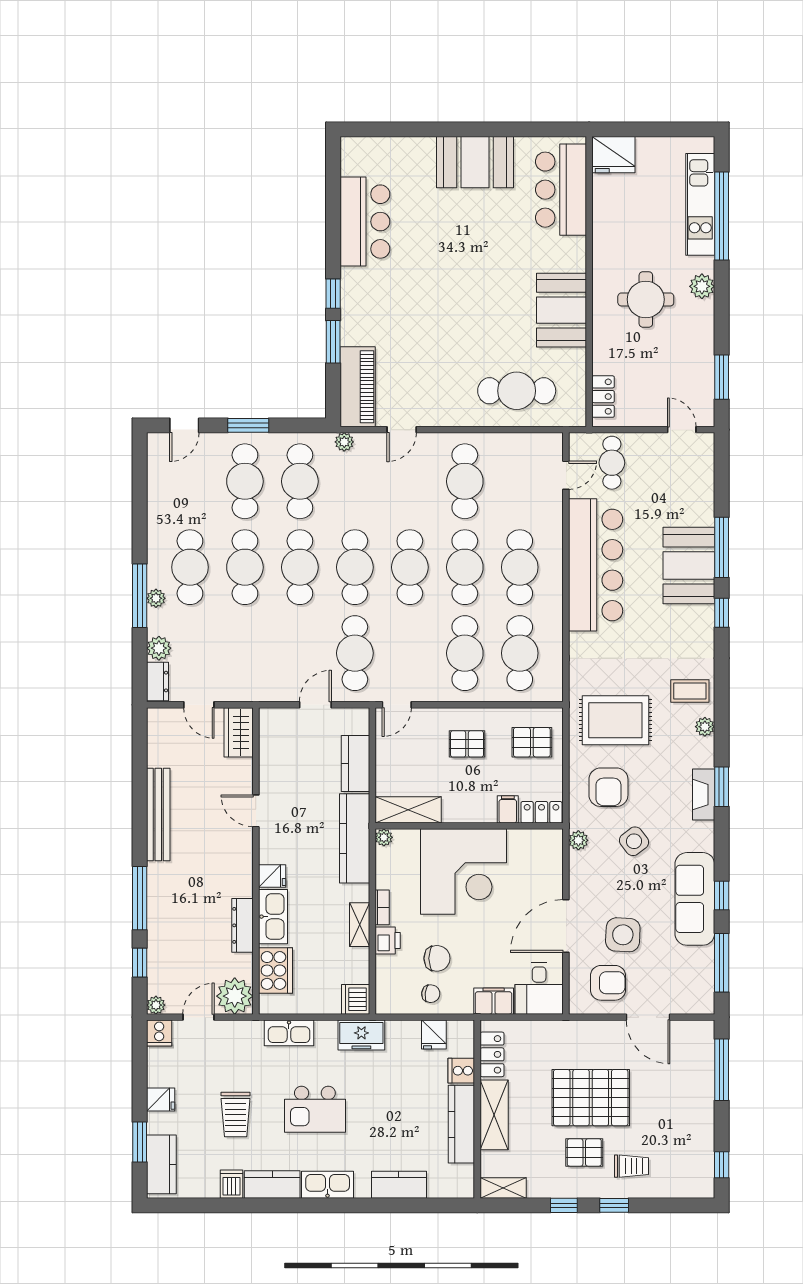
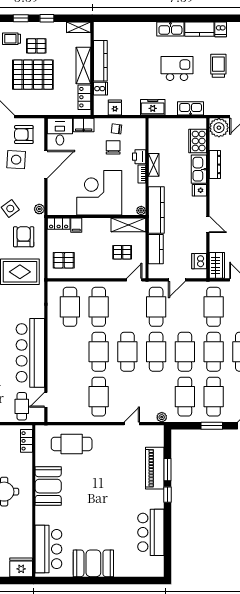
piano: (358, 387) -> (155, 468), moved
cafe table: (520, 567) -> (214, 307), moved
pallet: (467, 744) -> (122, 252), moved
chair: (437, 958) -> (113, 147), turned 90
dishwasher: (356, 999) -> (199, 261), moved, turned 180
kitchen counter: (399, 1185) -> (133, 29), removed

